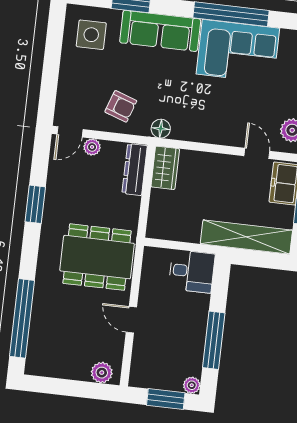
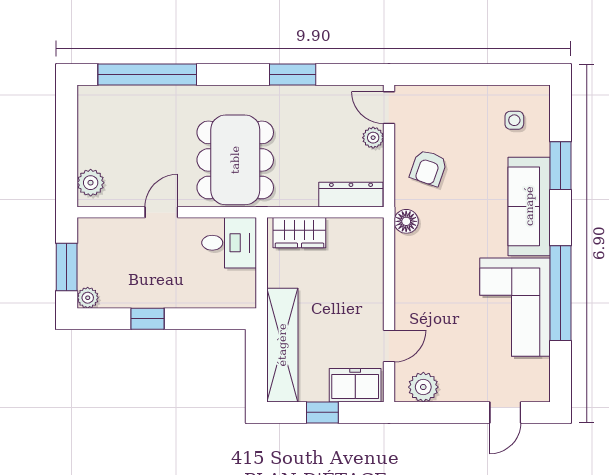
side table: (91, 35) -> (514, 120), width x0.54, depth x0.54
wardrobe: (165, 168) -> (299, 233), moved
desk: (192, 271) -> (229, 243), moved, turned -90
window: (214, 340) -> (148, 319), width x0.46

